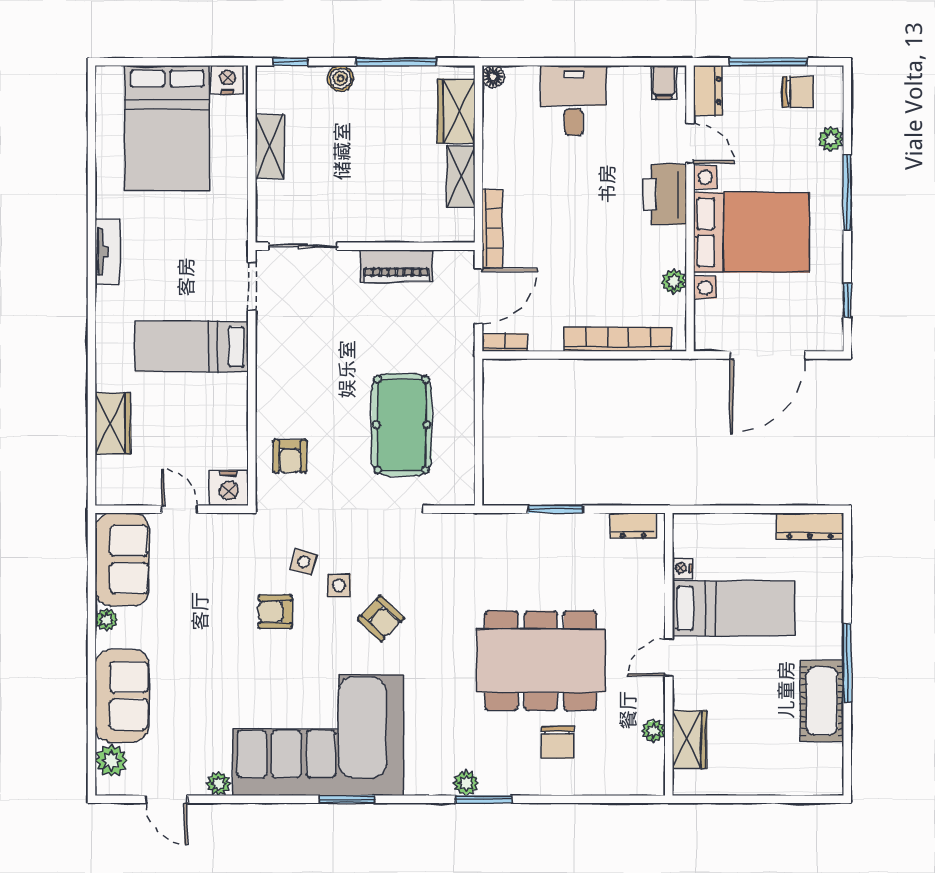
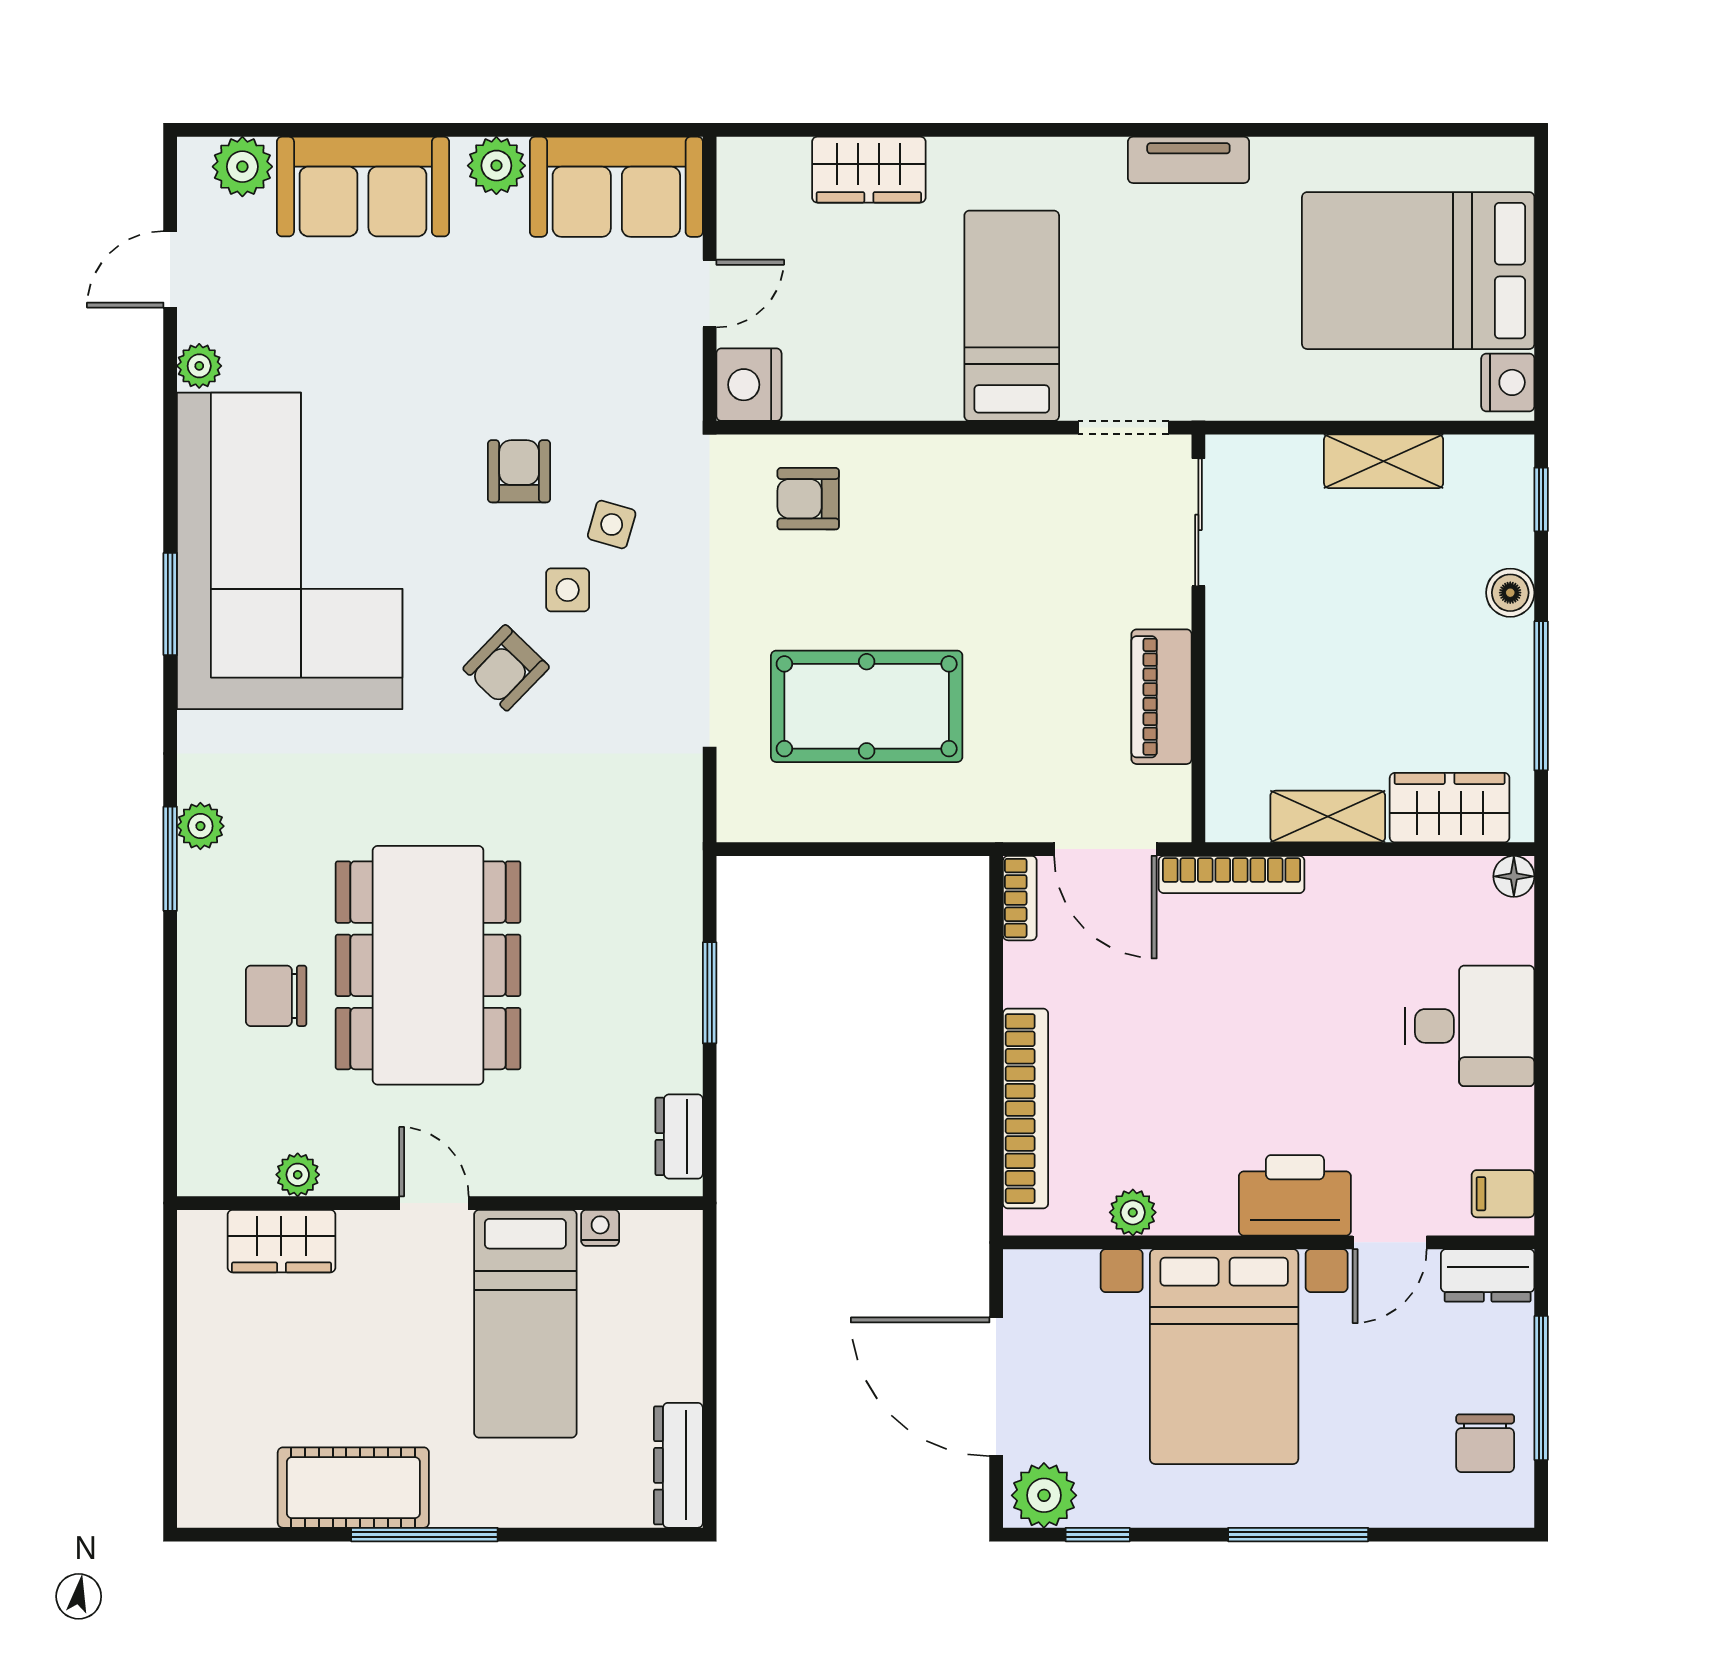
plant: (831, 139) -> (1044, 1495), moved, width x1.38, depth x1.38
plant: (106, 620) -> (496, 166), width x1.38, depth x1.38

